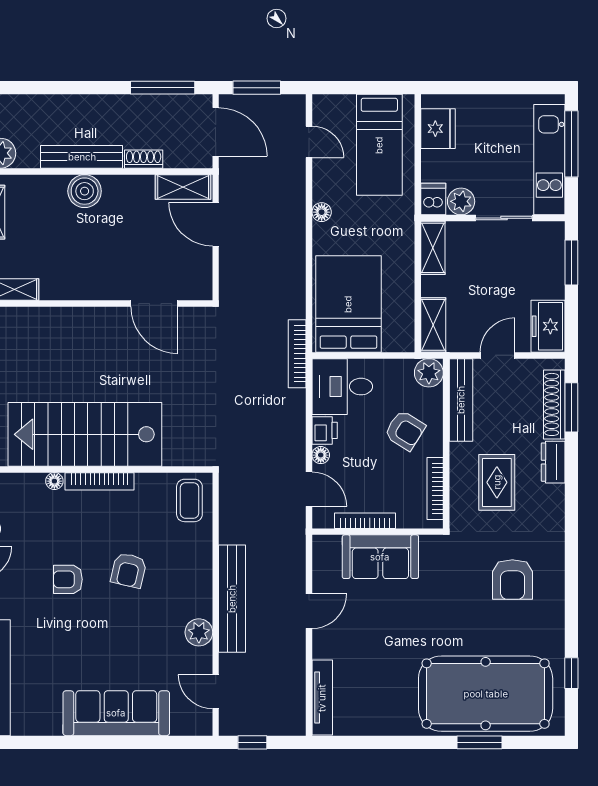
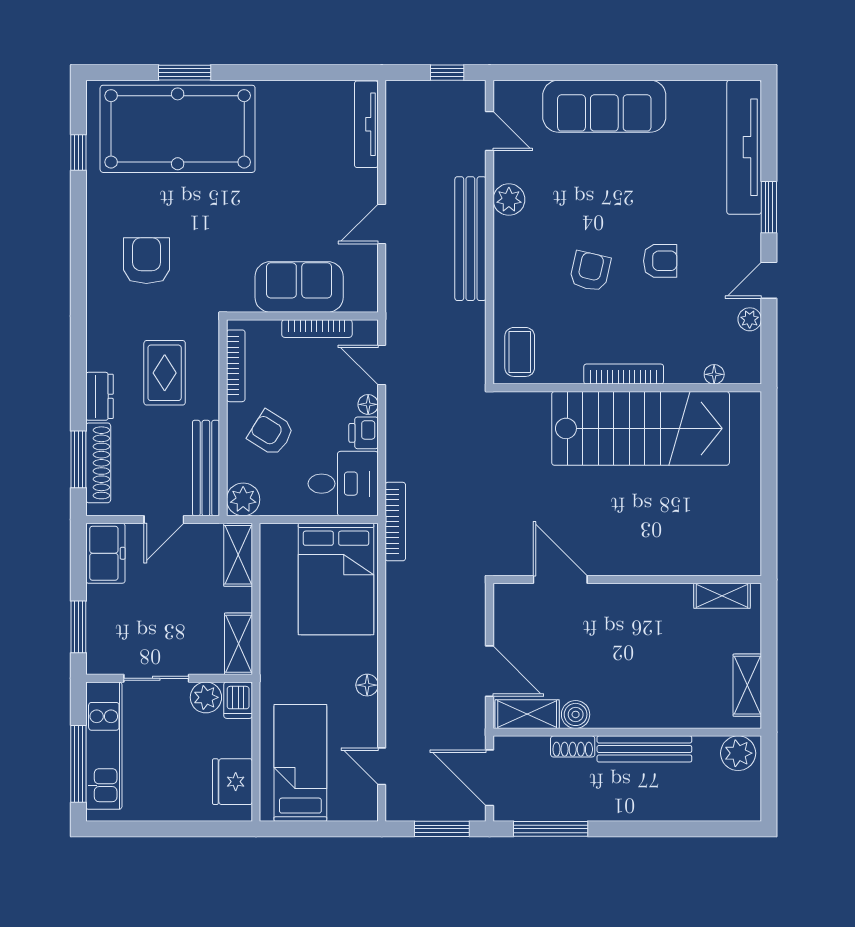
boiler: (85, 191) -> (576, 714), moved, width x0.73, depth x0.73
floor lamp: (54, 481) -> (714, 374), moved

